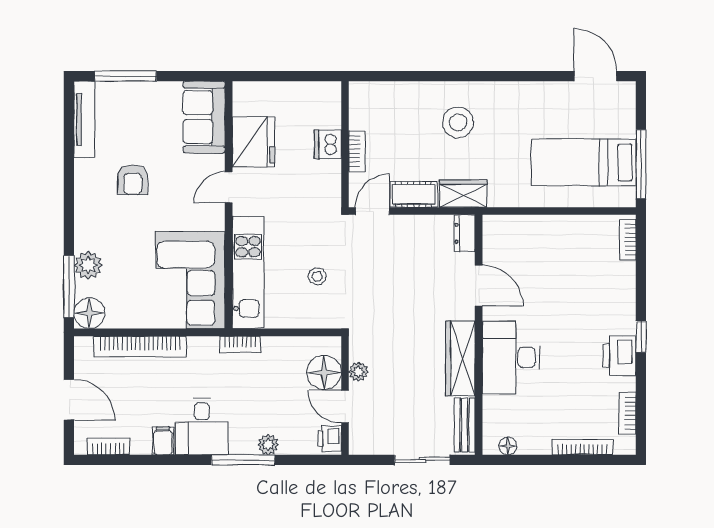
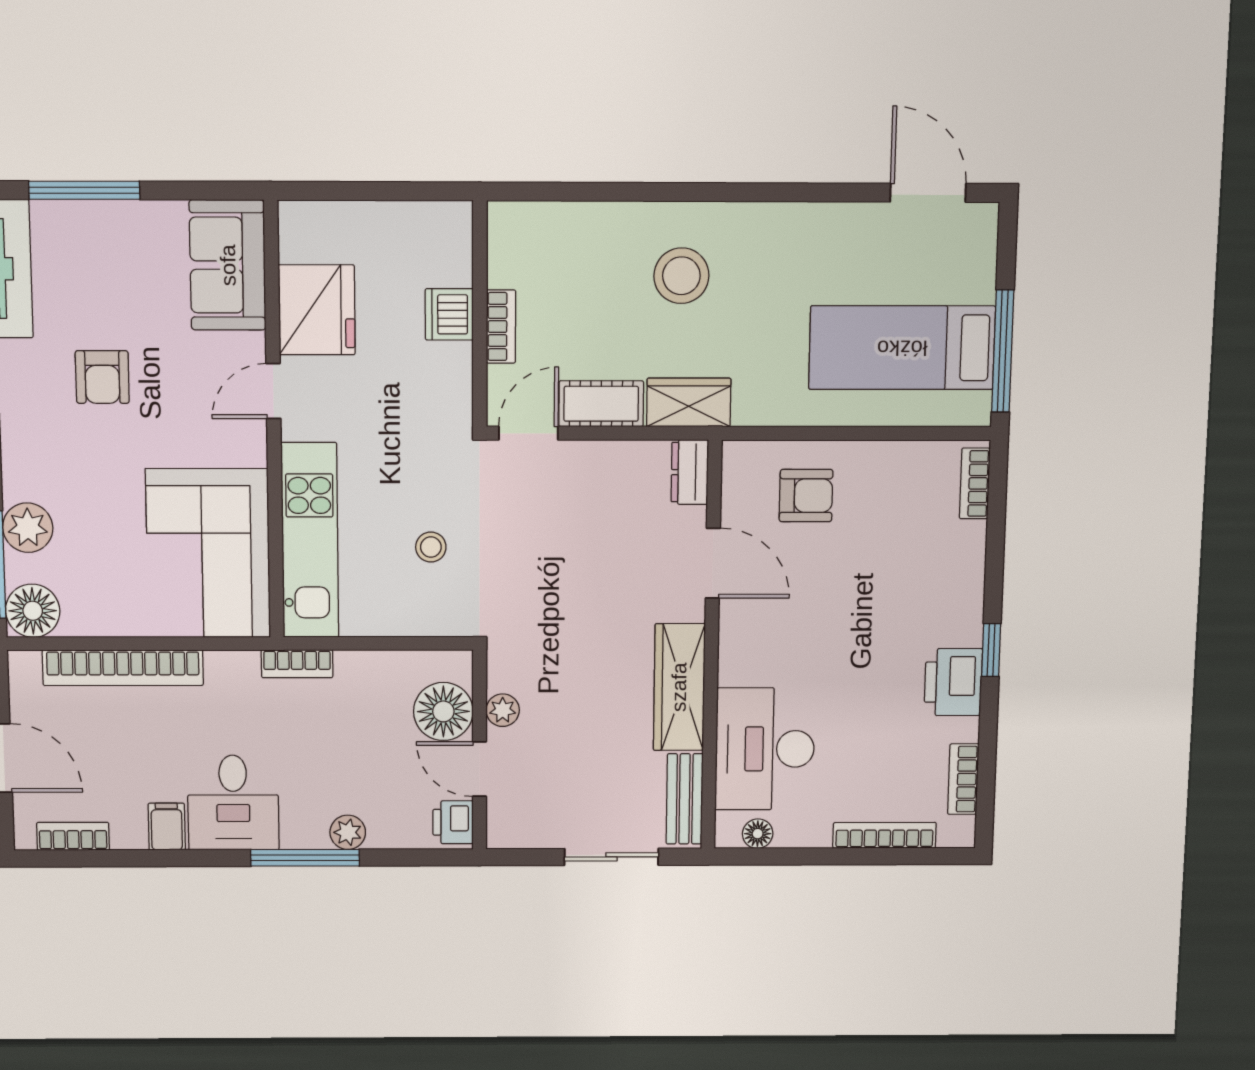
armchair: (531, 247) -> (806, 496), added
desk: (511, 357) -> (765, 749), moved

